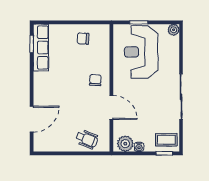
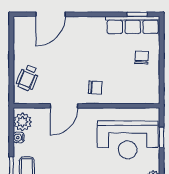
chair: (83, 39) -> (142, 57), moved
reception desk: (141, 52) -> (128, 140), turned 180
door: (32, 119) -> (51, 14), hinge flipped

